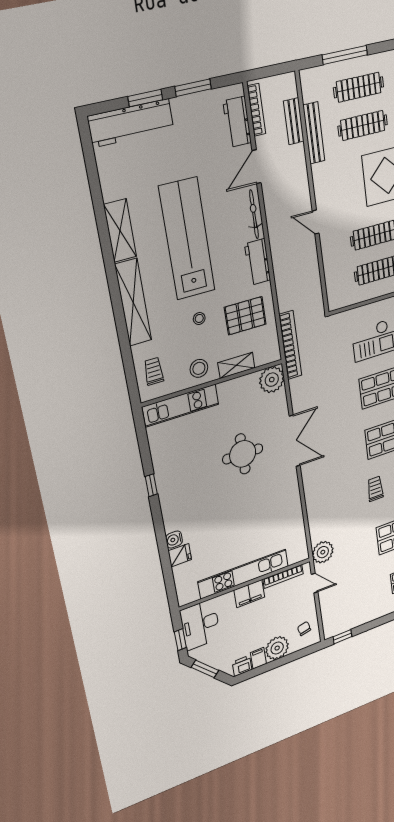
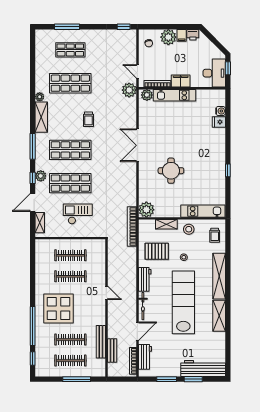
lab bench: (187, 239) -> (183, 302), turned 180
double door: (295, 441) -> (137, 145), moved
water cooler: (174, 540) -> (221, 111), moved
plant: (296, 555) -> (147, 95), added
kitchen unit: (244, 574) -> (175, 95), width x0.73
window: (205, 669) -> (216, 43), removed

